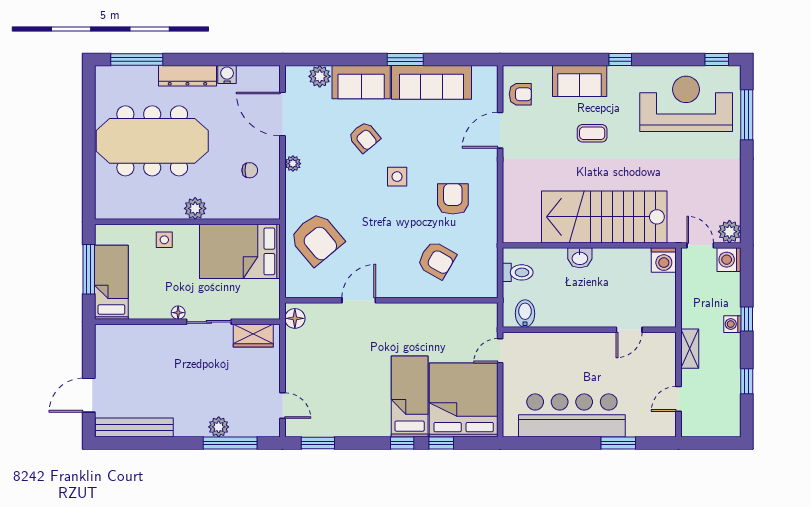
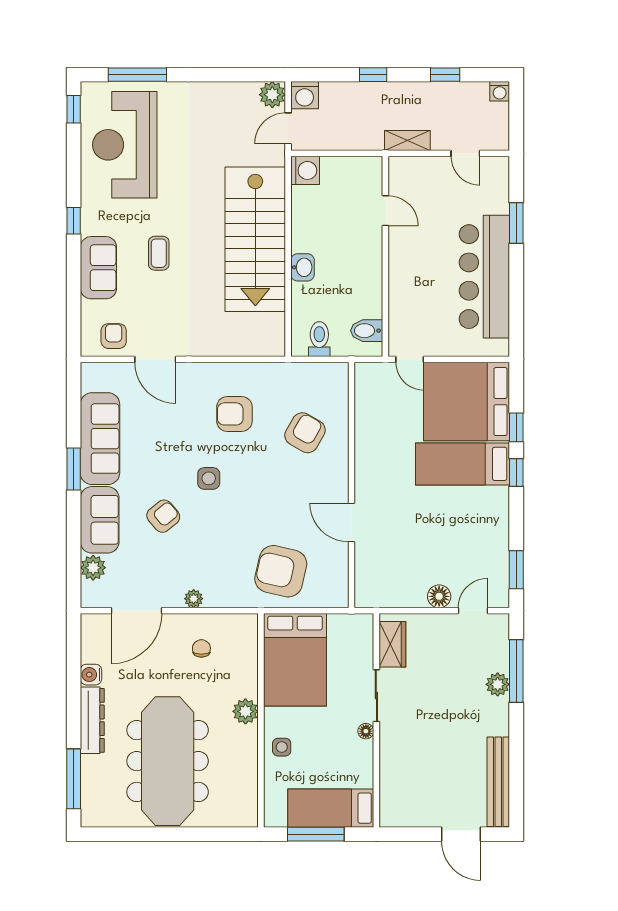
armchair: (317, 239) -> (281, 571), turned -127
floor lamp: (295, 318) -> (439, 596), moved
washing machine: (732, 324) -> (500, 91), moved

